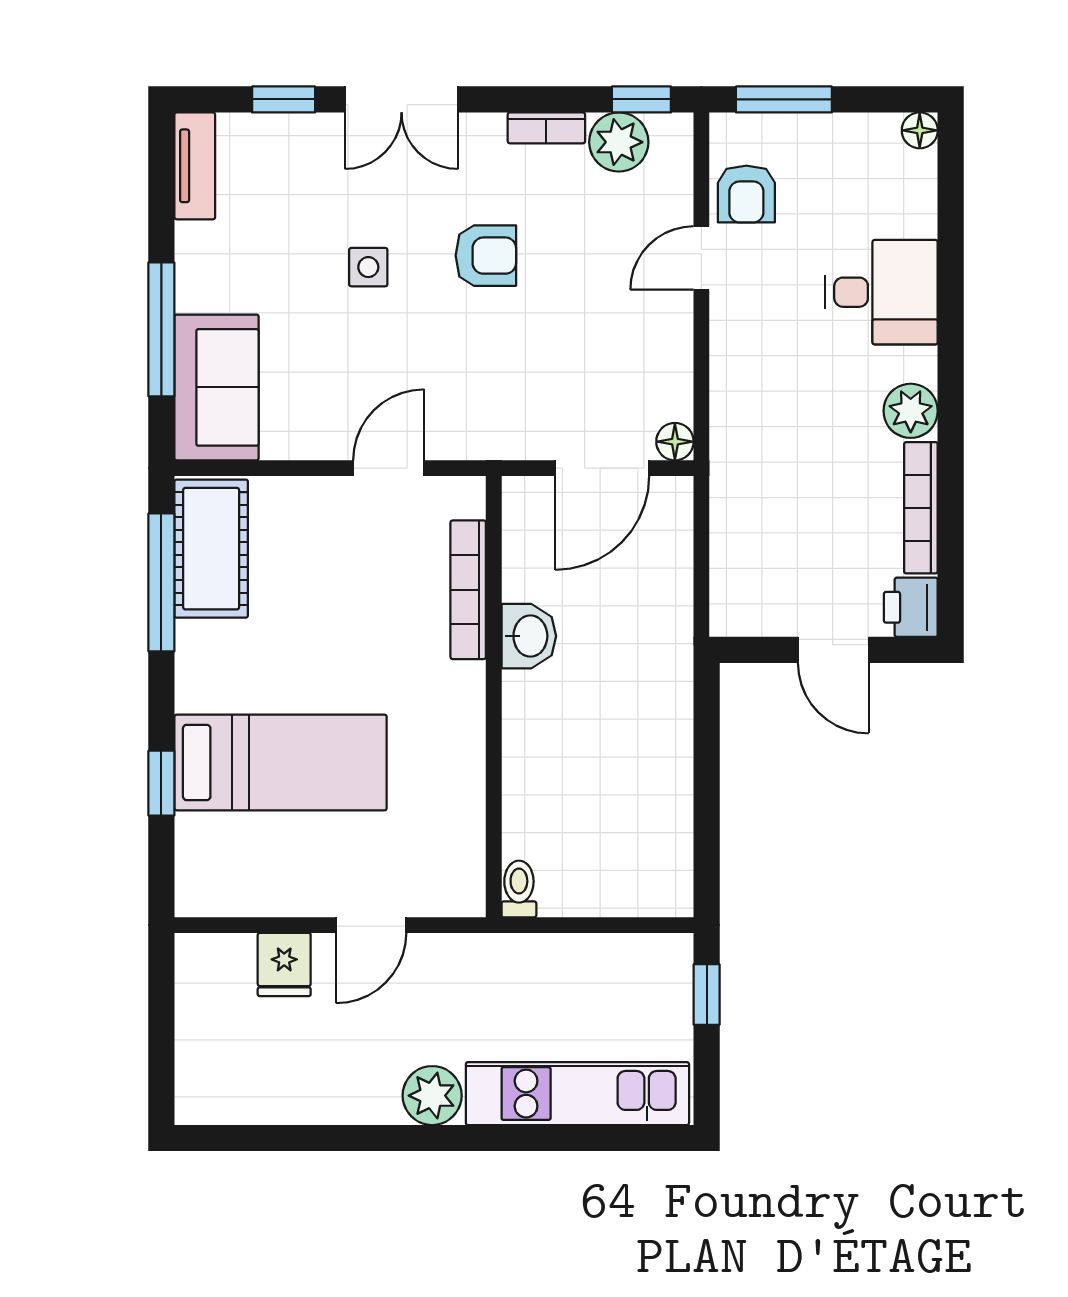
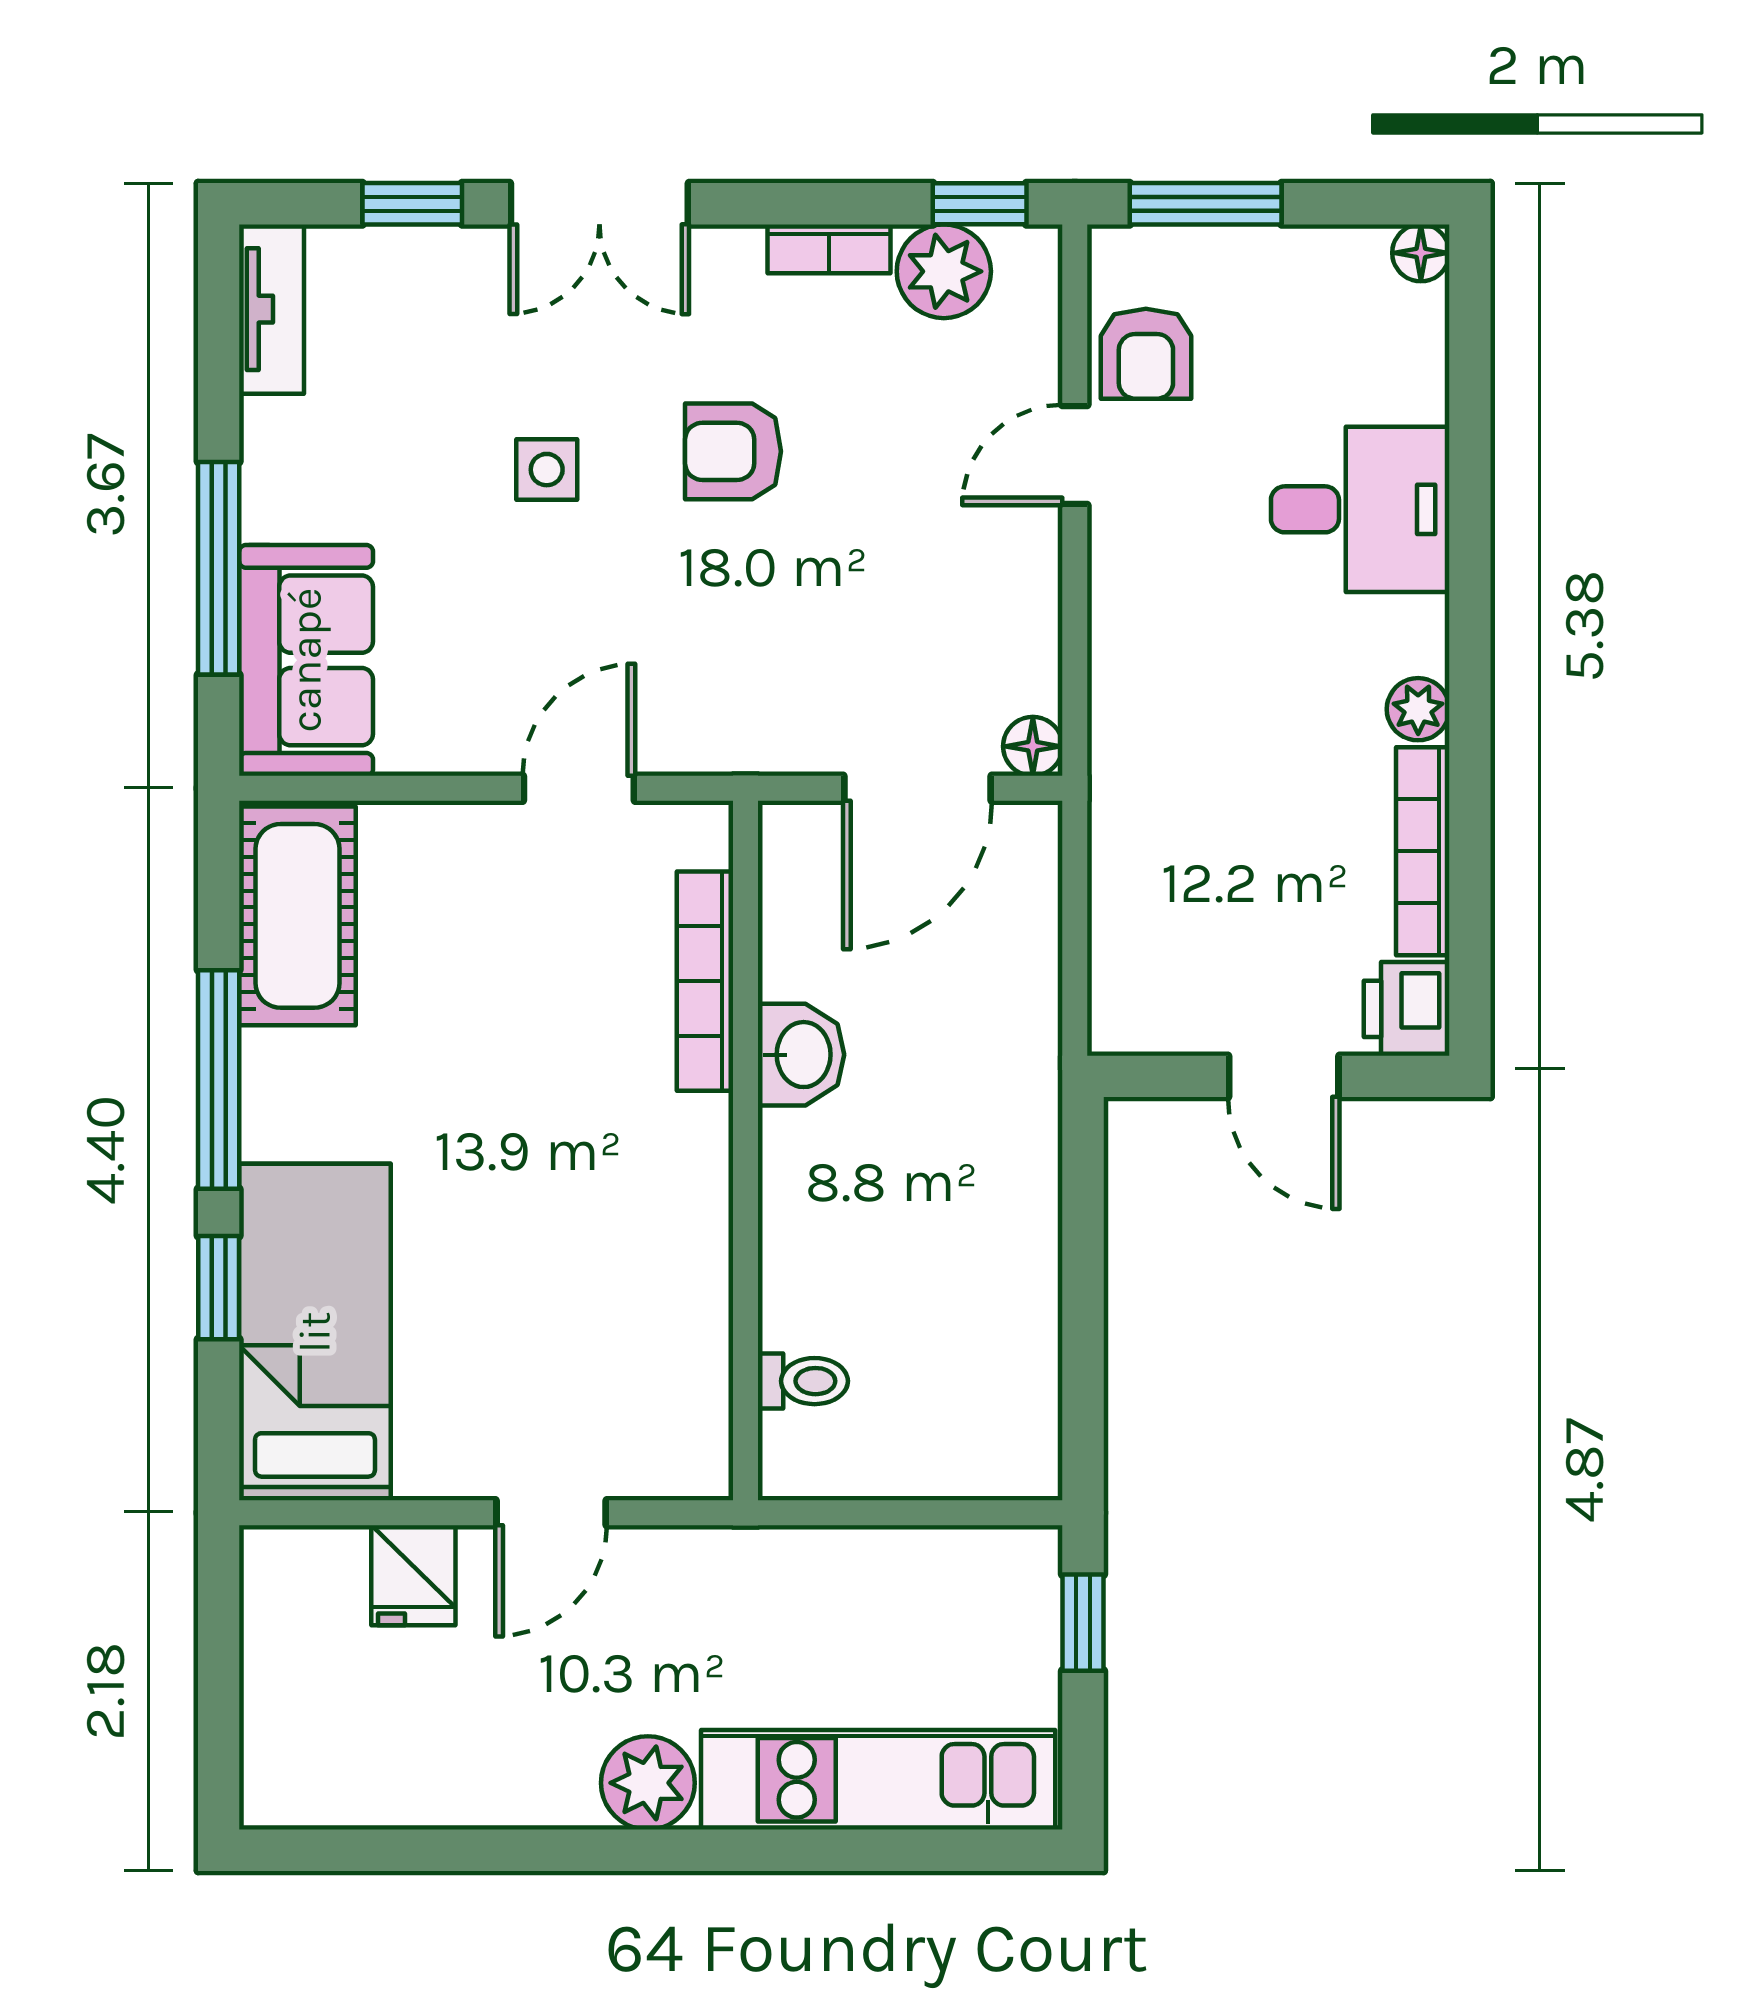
armchair: (486, 256) -> (733, 451), turned 180
plant: (911, 411) -> (1418, 709), width x0.73, depth x0.73
window: (161, 582) -> (219, 1079), moved
bed: (281, 762) -> (315, 1332), moved, turned -90
toilet: (519, 889) -> (803, 1381), moved, turned 90

